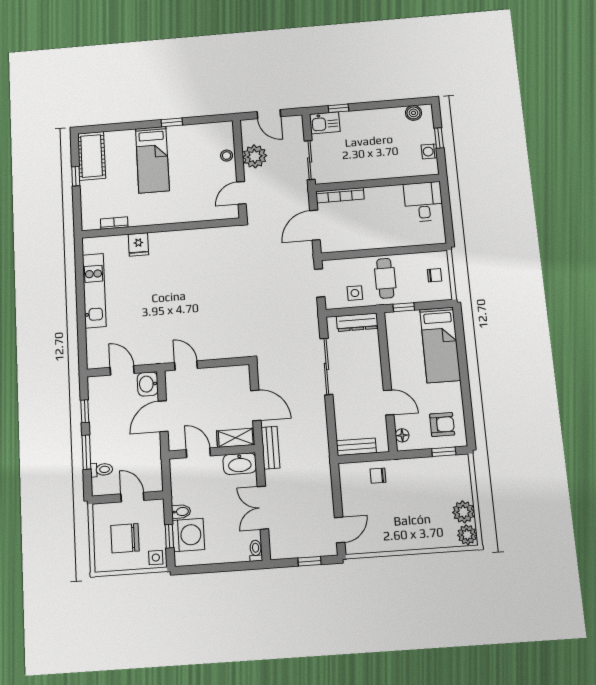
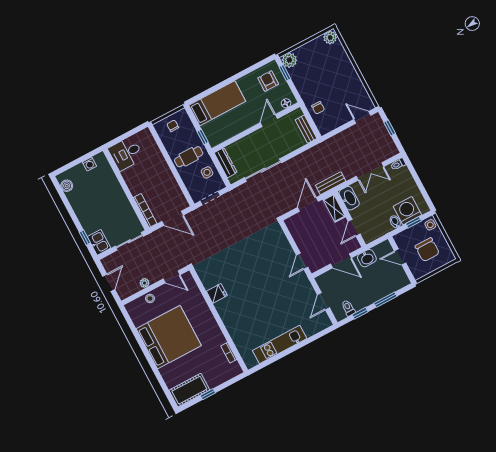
window: (172, 122) -> (143, 346), removed
window: (439, 138) -> (77, 161), removed
plant: (255, 156) -> (145, 283), width x0.53, depth x0.53
bed: (152, 160) -> (169, 337), width x2.04
fridge: (138, 244) -> (217, 293), moved
washbasin: (148, 384) -> (367, 258), moved
toilet: (101, 470) -> (348, 308), moved
door: (132, 497) -> (400, 257), hinge flipped
plant: (464, 512) -> (289, 60), moved

